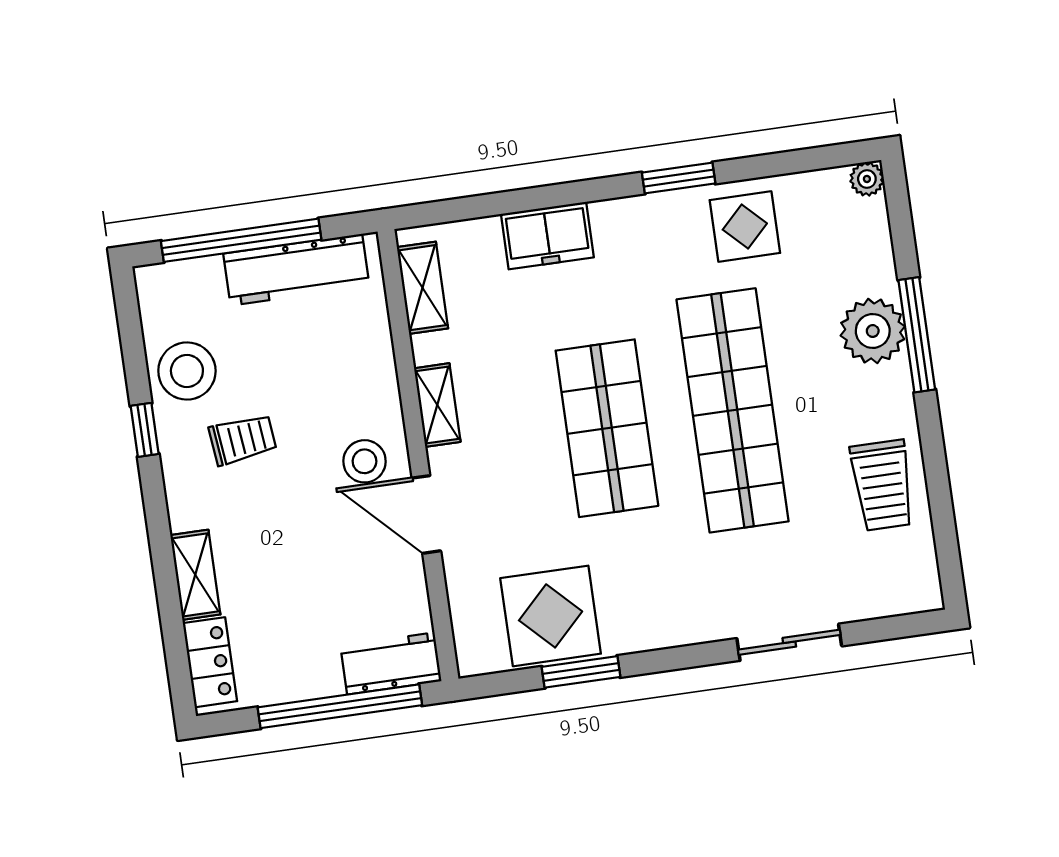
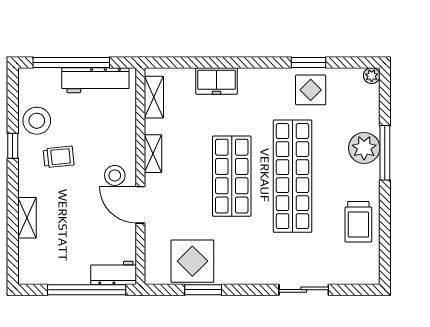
window: (679, 178) -> (309, 62), moved
locker: (210, 662) -> (28, 260), removed

